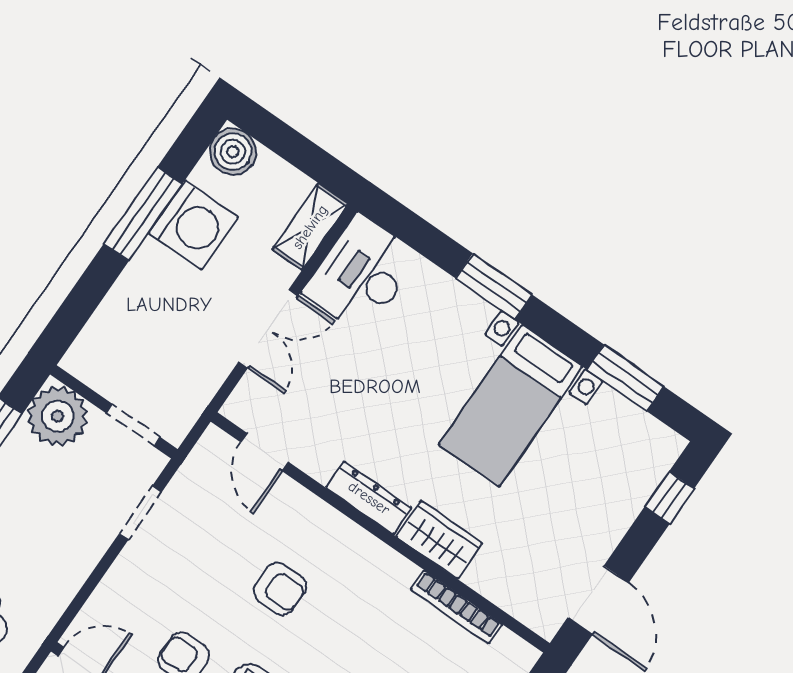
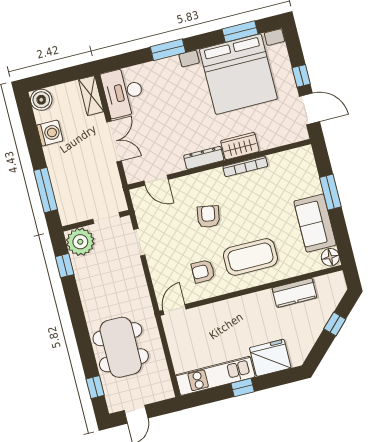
window: (143, 214) -> (46, 190), moved
washing machine: (193, 225) -> (50, 133), width x0.73, depth x0.73
bed with nightstands: (511, 406) -> (238, 74), width x1.85
window: (669, 498) -> (301, 76), moved
armchair: (280, 589) -> (208, 217), turned -80
bookcase: (456, 607) -> (245, 166), moved

